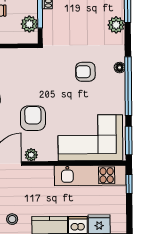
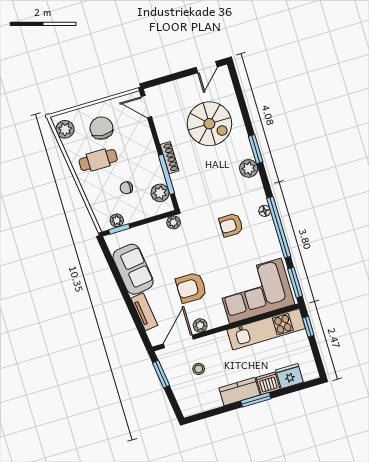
plant: (34, 54) -> (174, 222), added
armchair: (33, 118) -> (191, 288), turned -90
stool: (12, 219) -> (199, 369), moved

